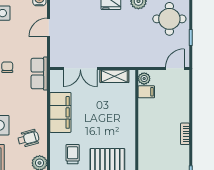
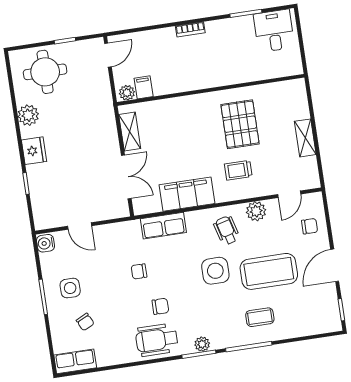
door: (175, 68) -> (108, 55), swing flipped
row of seats: (39, 74) -> (163, 226), moved

